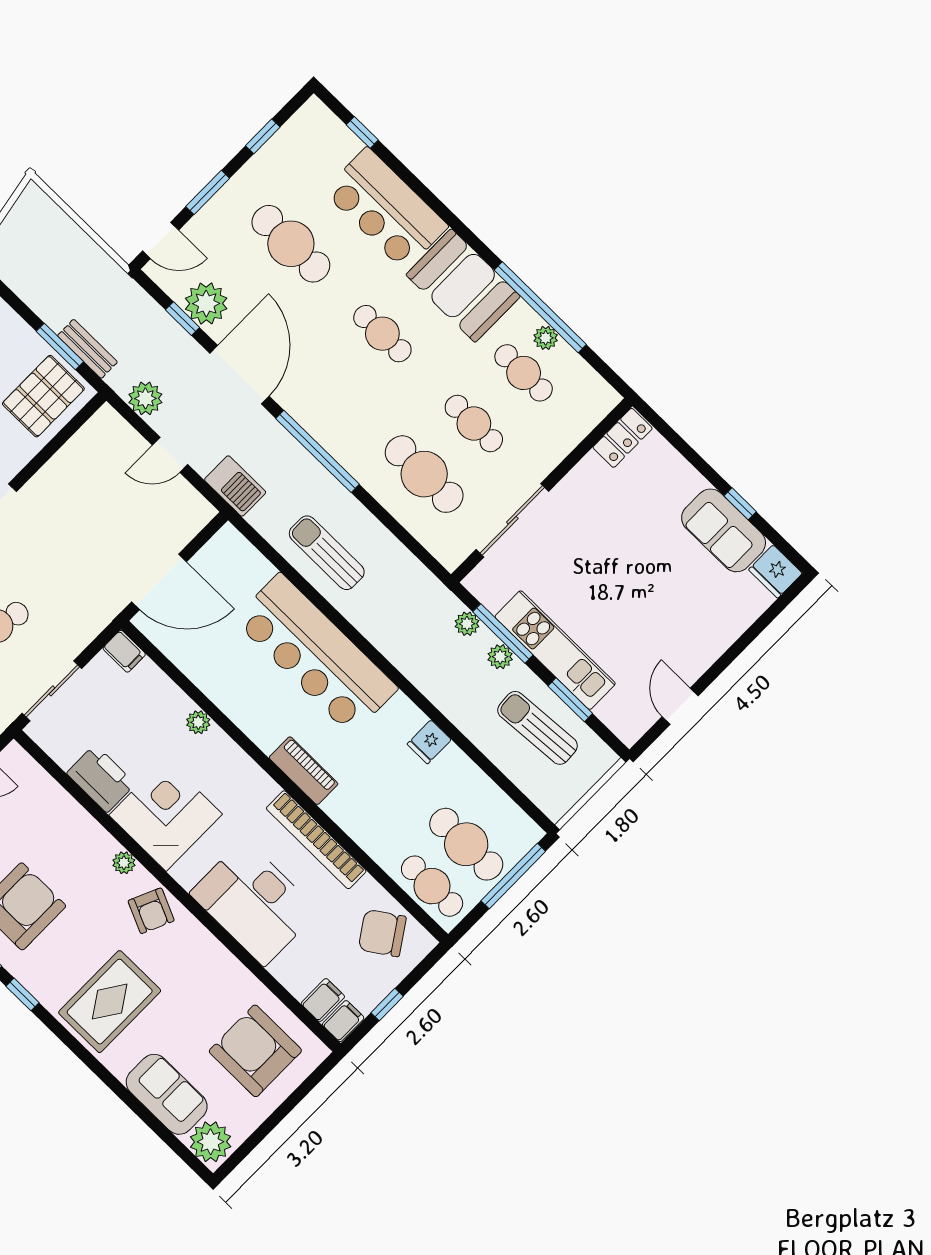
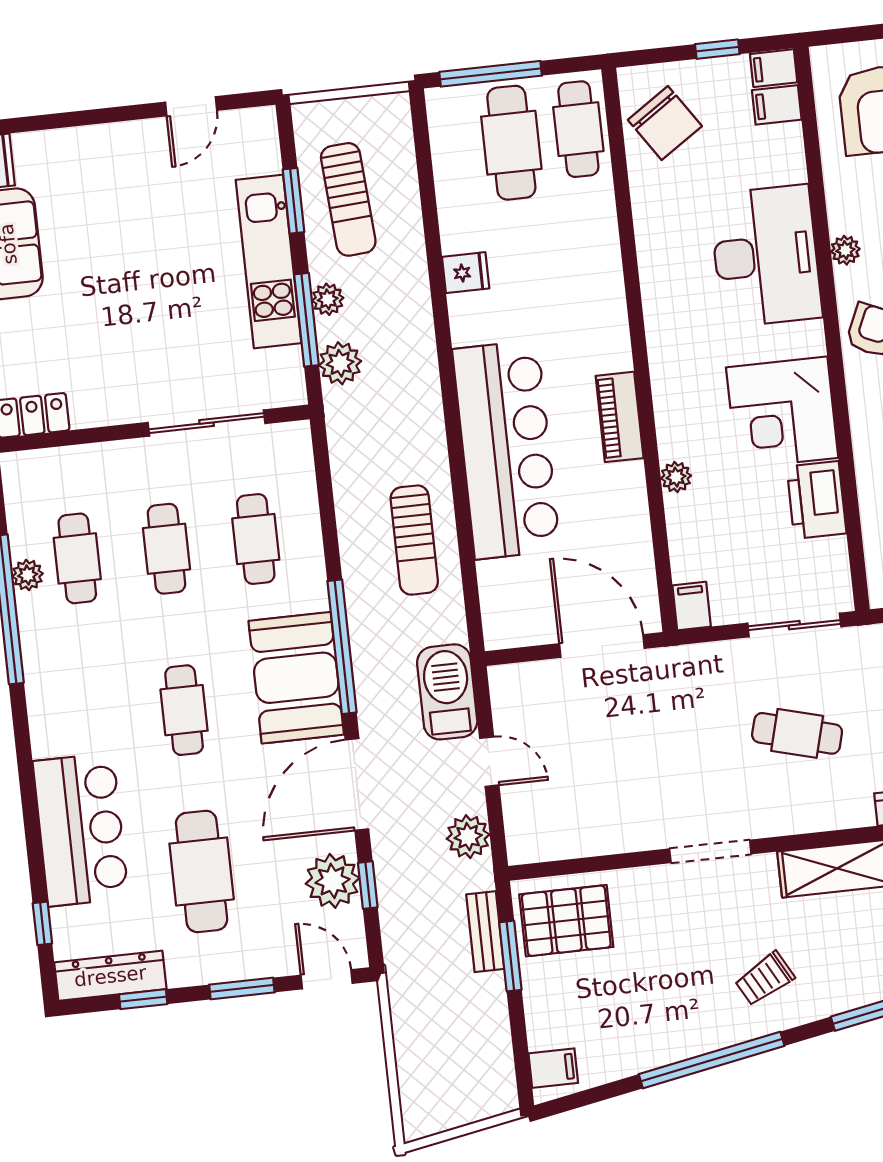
dresser: (295, 134) -> (110, 976), added
booth: (463, 286) -> (296, 678), moved
cafe table: (424, 474) -> (256, 539), width x0.73, depth x0.74
barbecue: (235, 486) -> (447, 692), width x1.37, depth x1.21
plant: (467, 624) -> (340, 363), width x1.38, depth x1.38
piano: (304, 771) -> (620, 417), moved
bookcase: (316, 840) -> (655, 267), removed
plant: (124, 863) -> (845, 250), moved

